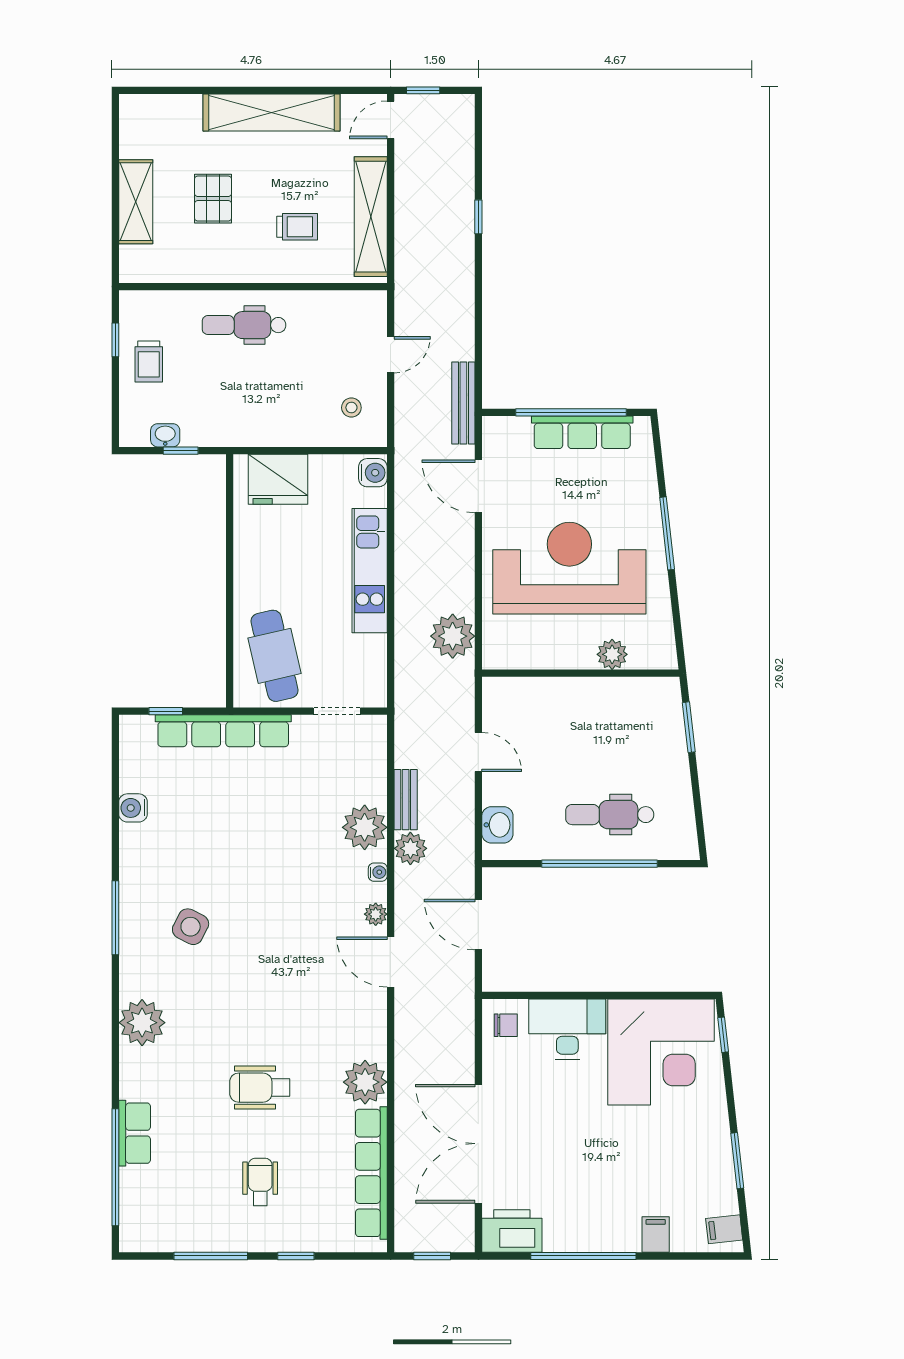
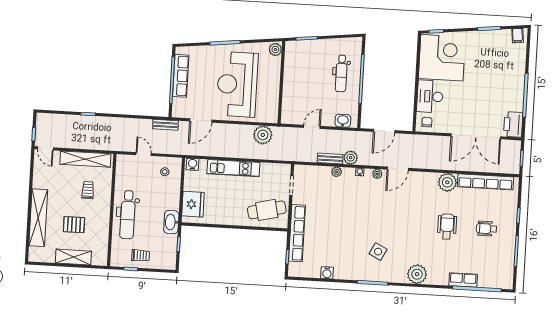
shelving: (271, 112) -> (38, 218), moved
dental chair: (244, 325) -> (128, 215), width x1.36, depth x1.38
bench: (463, 403) -> (165, 125), width x0.73
washbasin: (165, 435) -> (171, 222), moved, width x1.91, depth x1.45
plant: (612, 654) -> (275, 50), moved
plant: (365, 827) -> (337, 172), width x0.53, depth x0.53
wheelchair: (260, 1088) -> (447, 226), turned 180
filing cabinet: (656, 1235) -> (518, 64), removed

